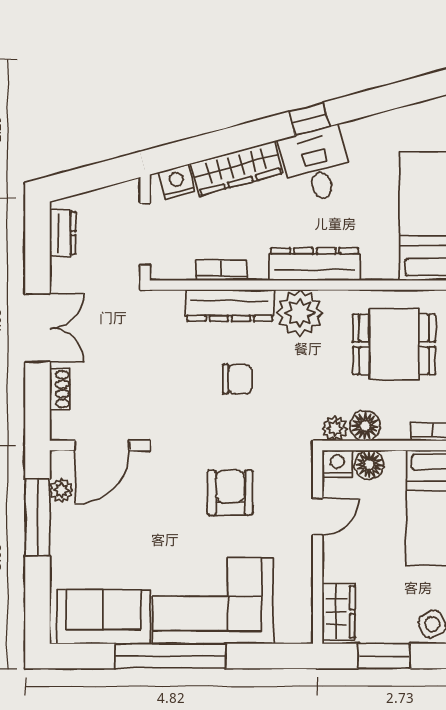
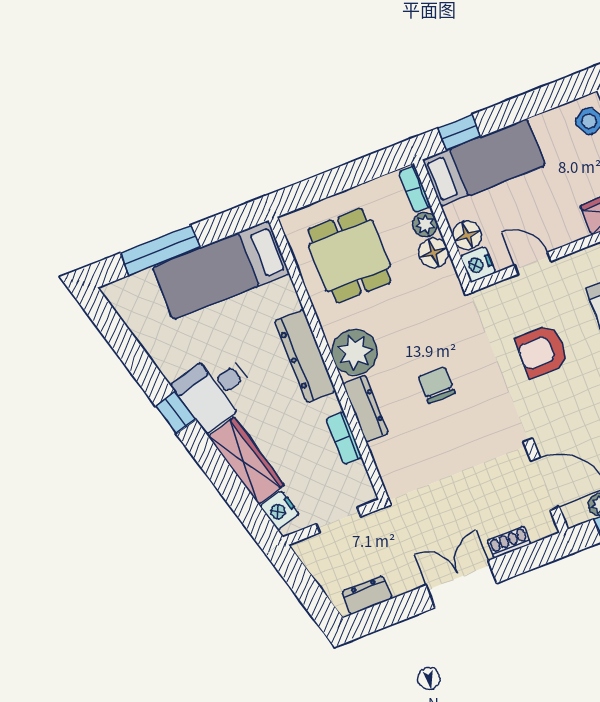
doorway: (145, 234) -> (338, 520), width x0.73
dresser: (230, 305) -> (366, 409), width x0.73, depth x0.80
plant: (335, 428) -> (425, 225), moved

